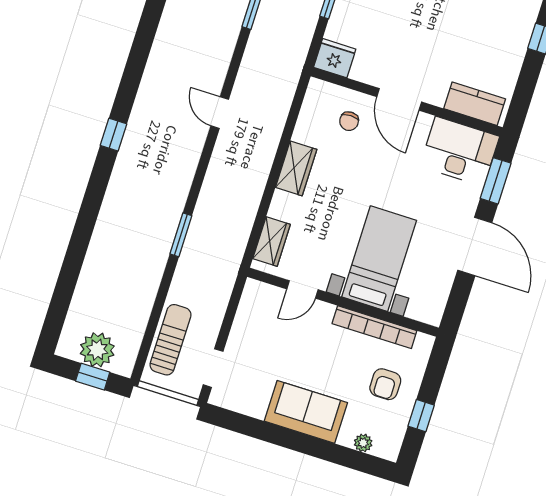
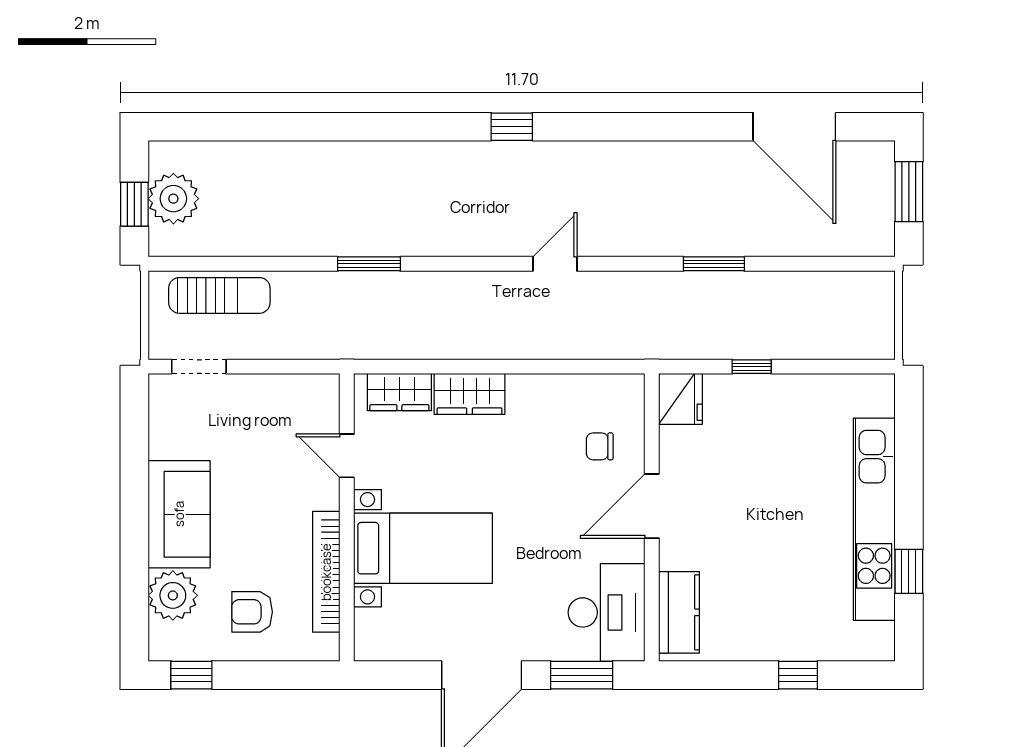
window: (113, 135) -> (512, 127), moved
wardrobe: (296, 168) -> (470, 394), moved
window: (421, 416) -> (191, 675), moved
plant: (363, 443) -> (173, 595), width x1.87, depth x1.87

